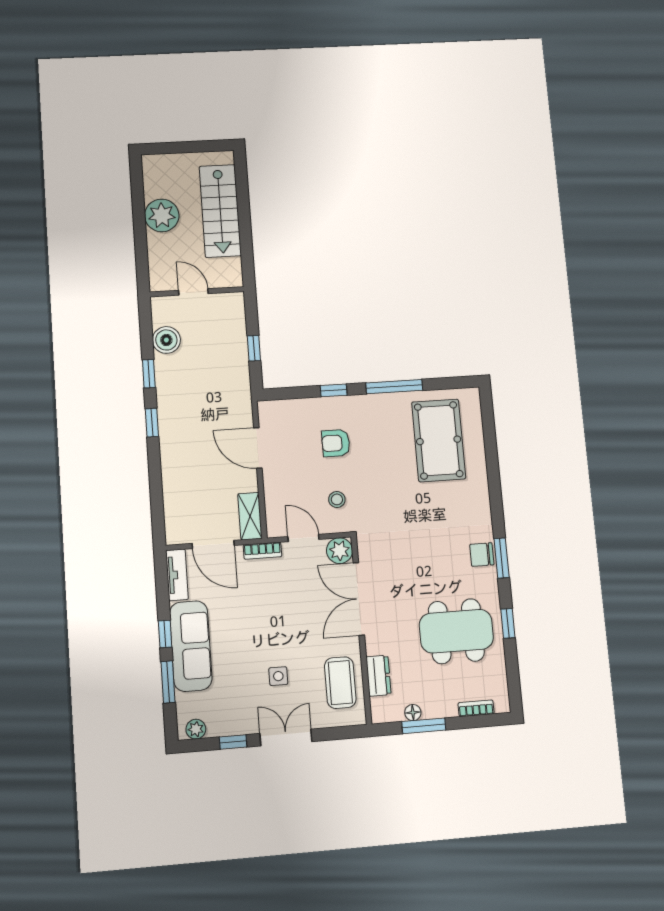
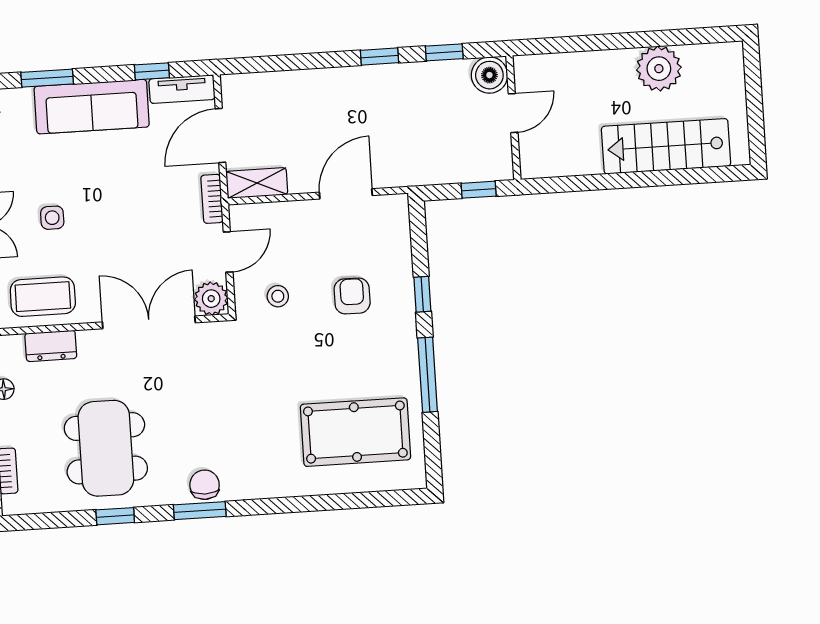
door: (193, 292) -> (513, 113), moved
wall: (197, 292) -> (513, 118), moved
window: (165, 634) -> (152, 71), moved

